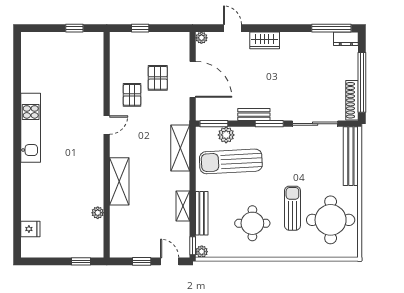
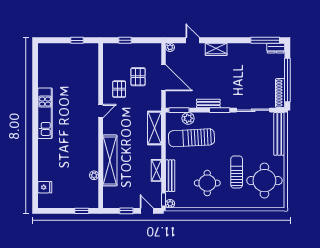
shelving: (119, 181) -> (110, 160), width x1.47

